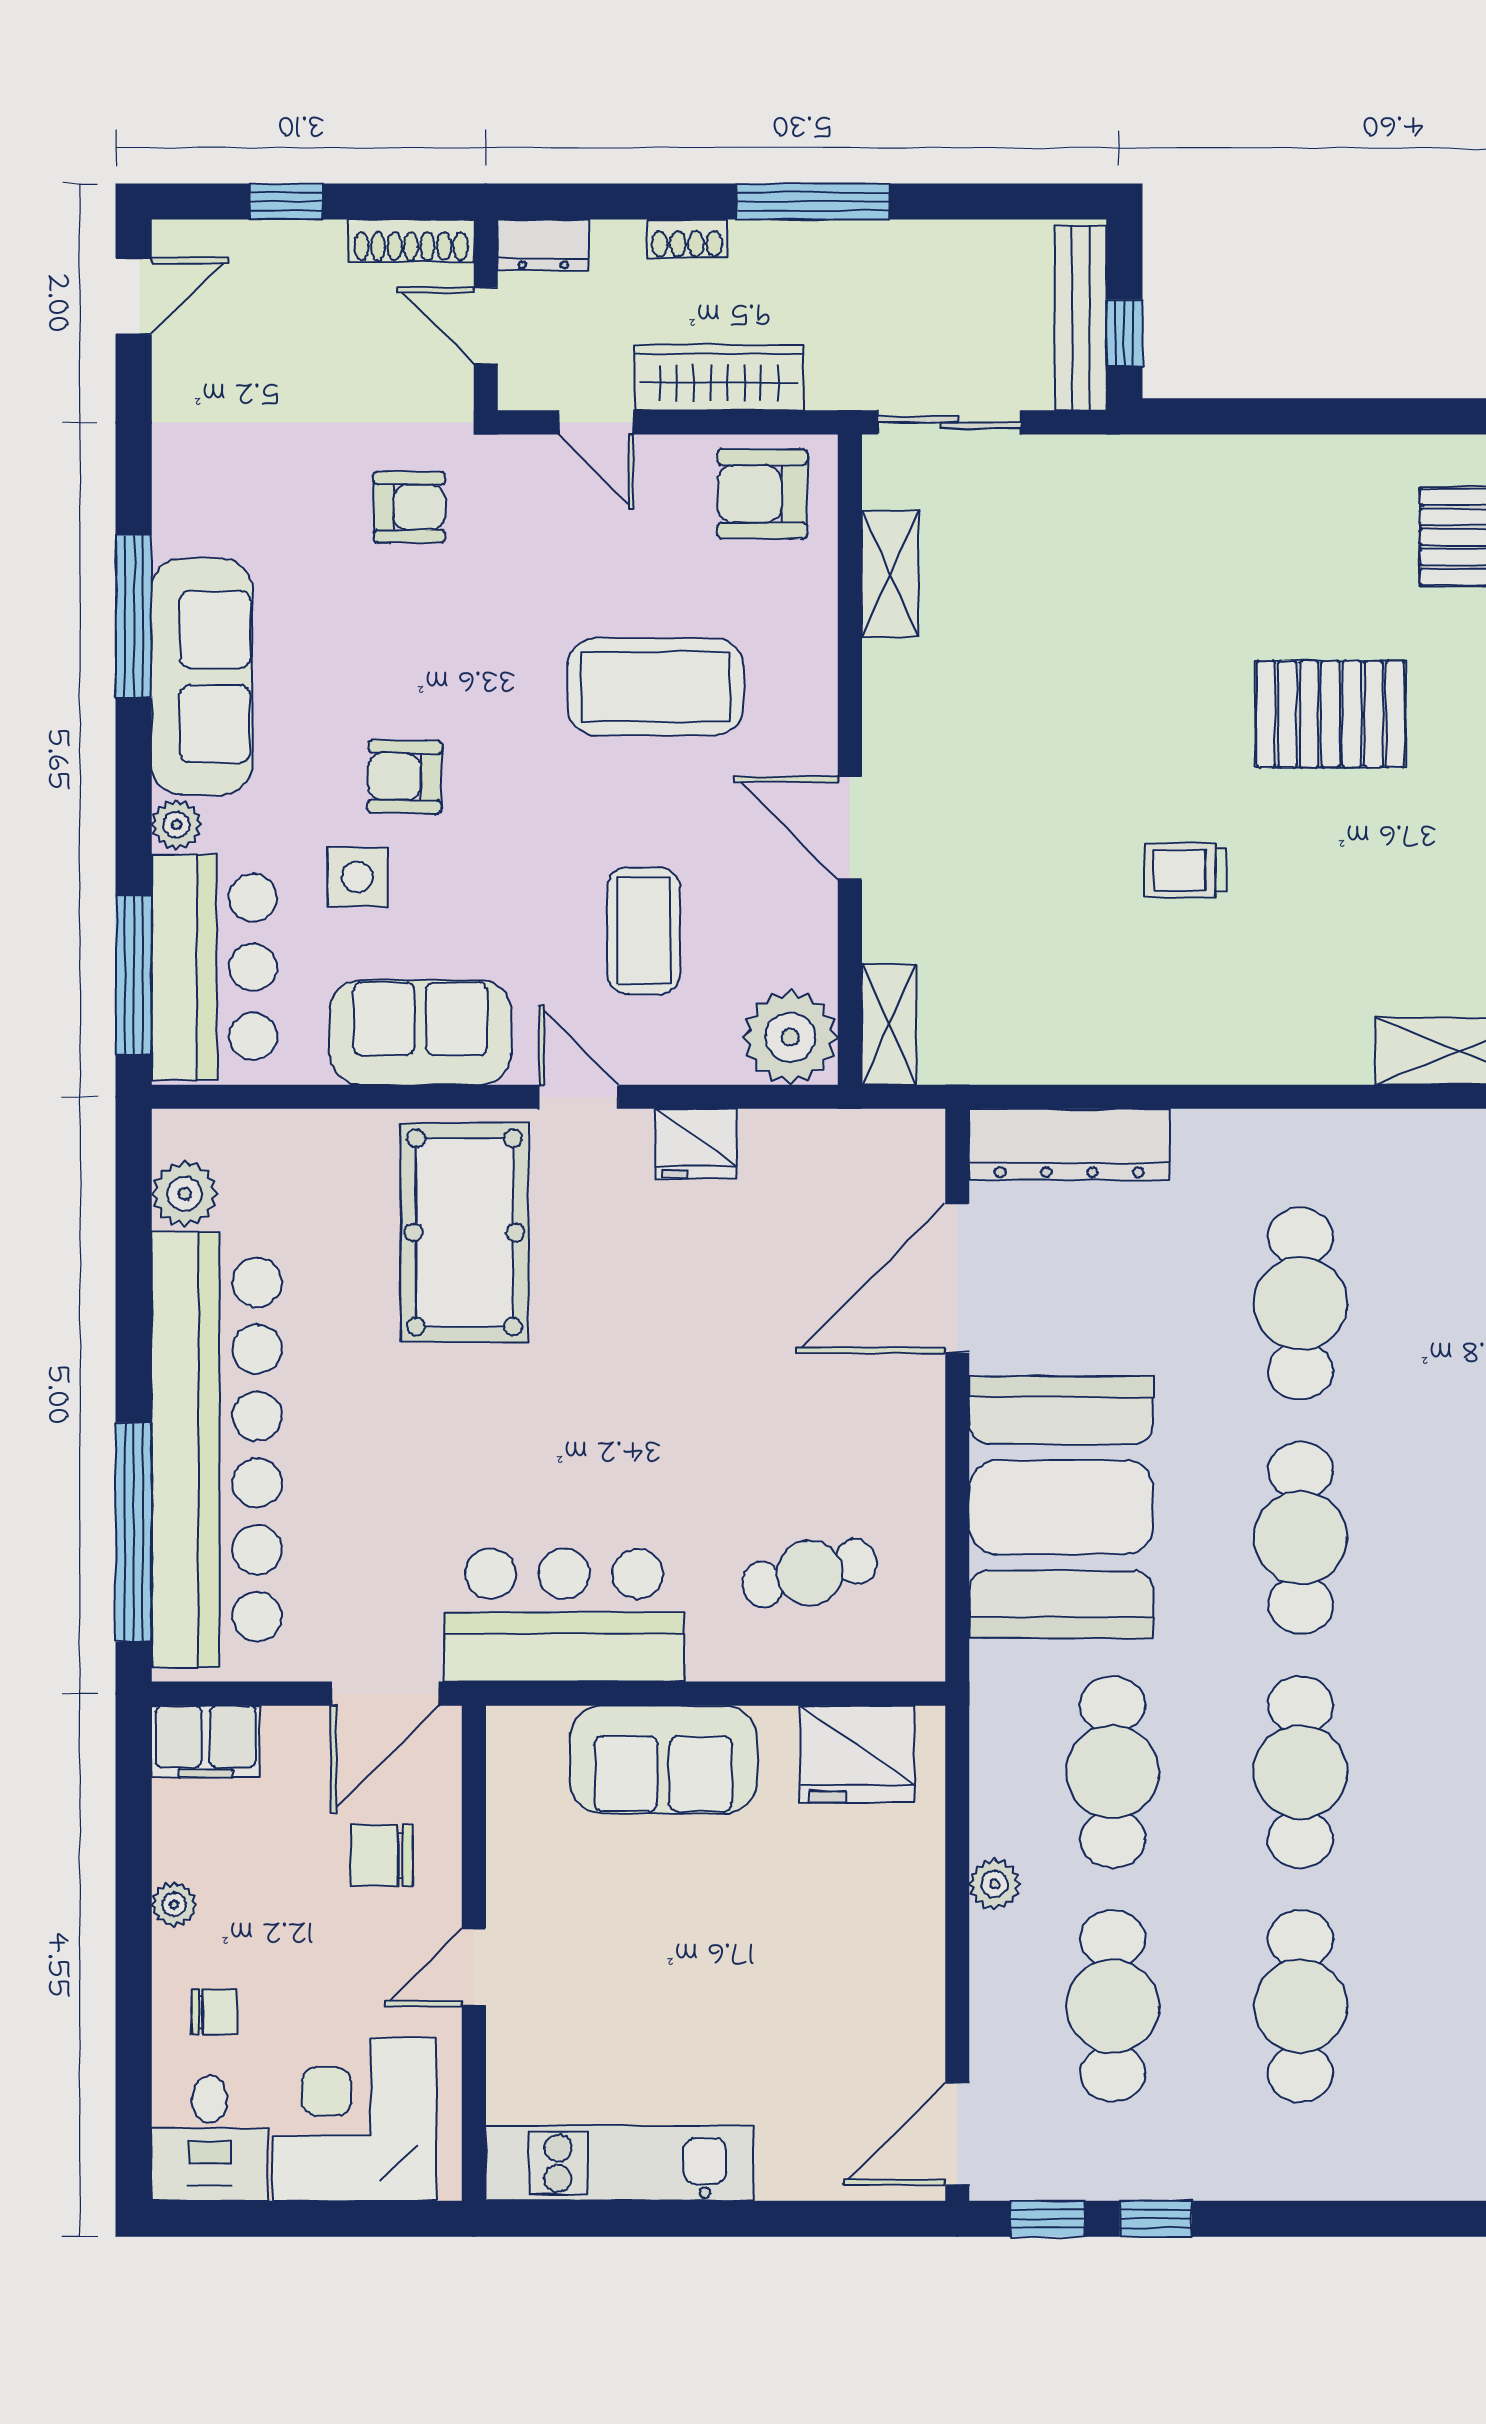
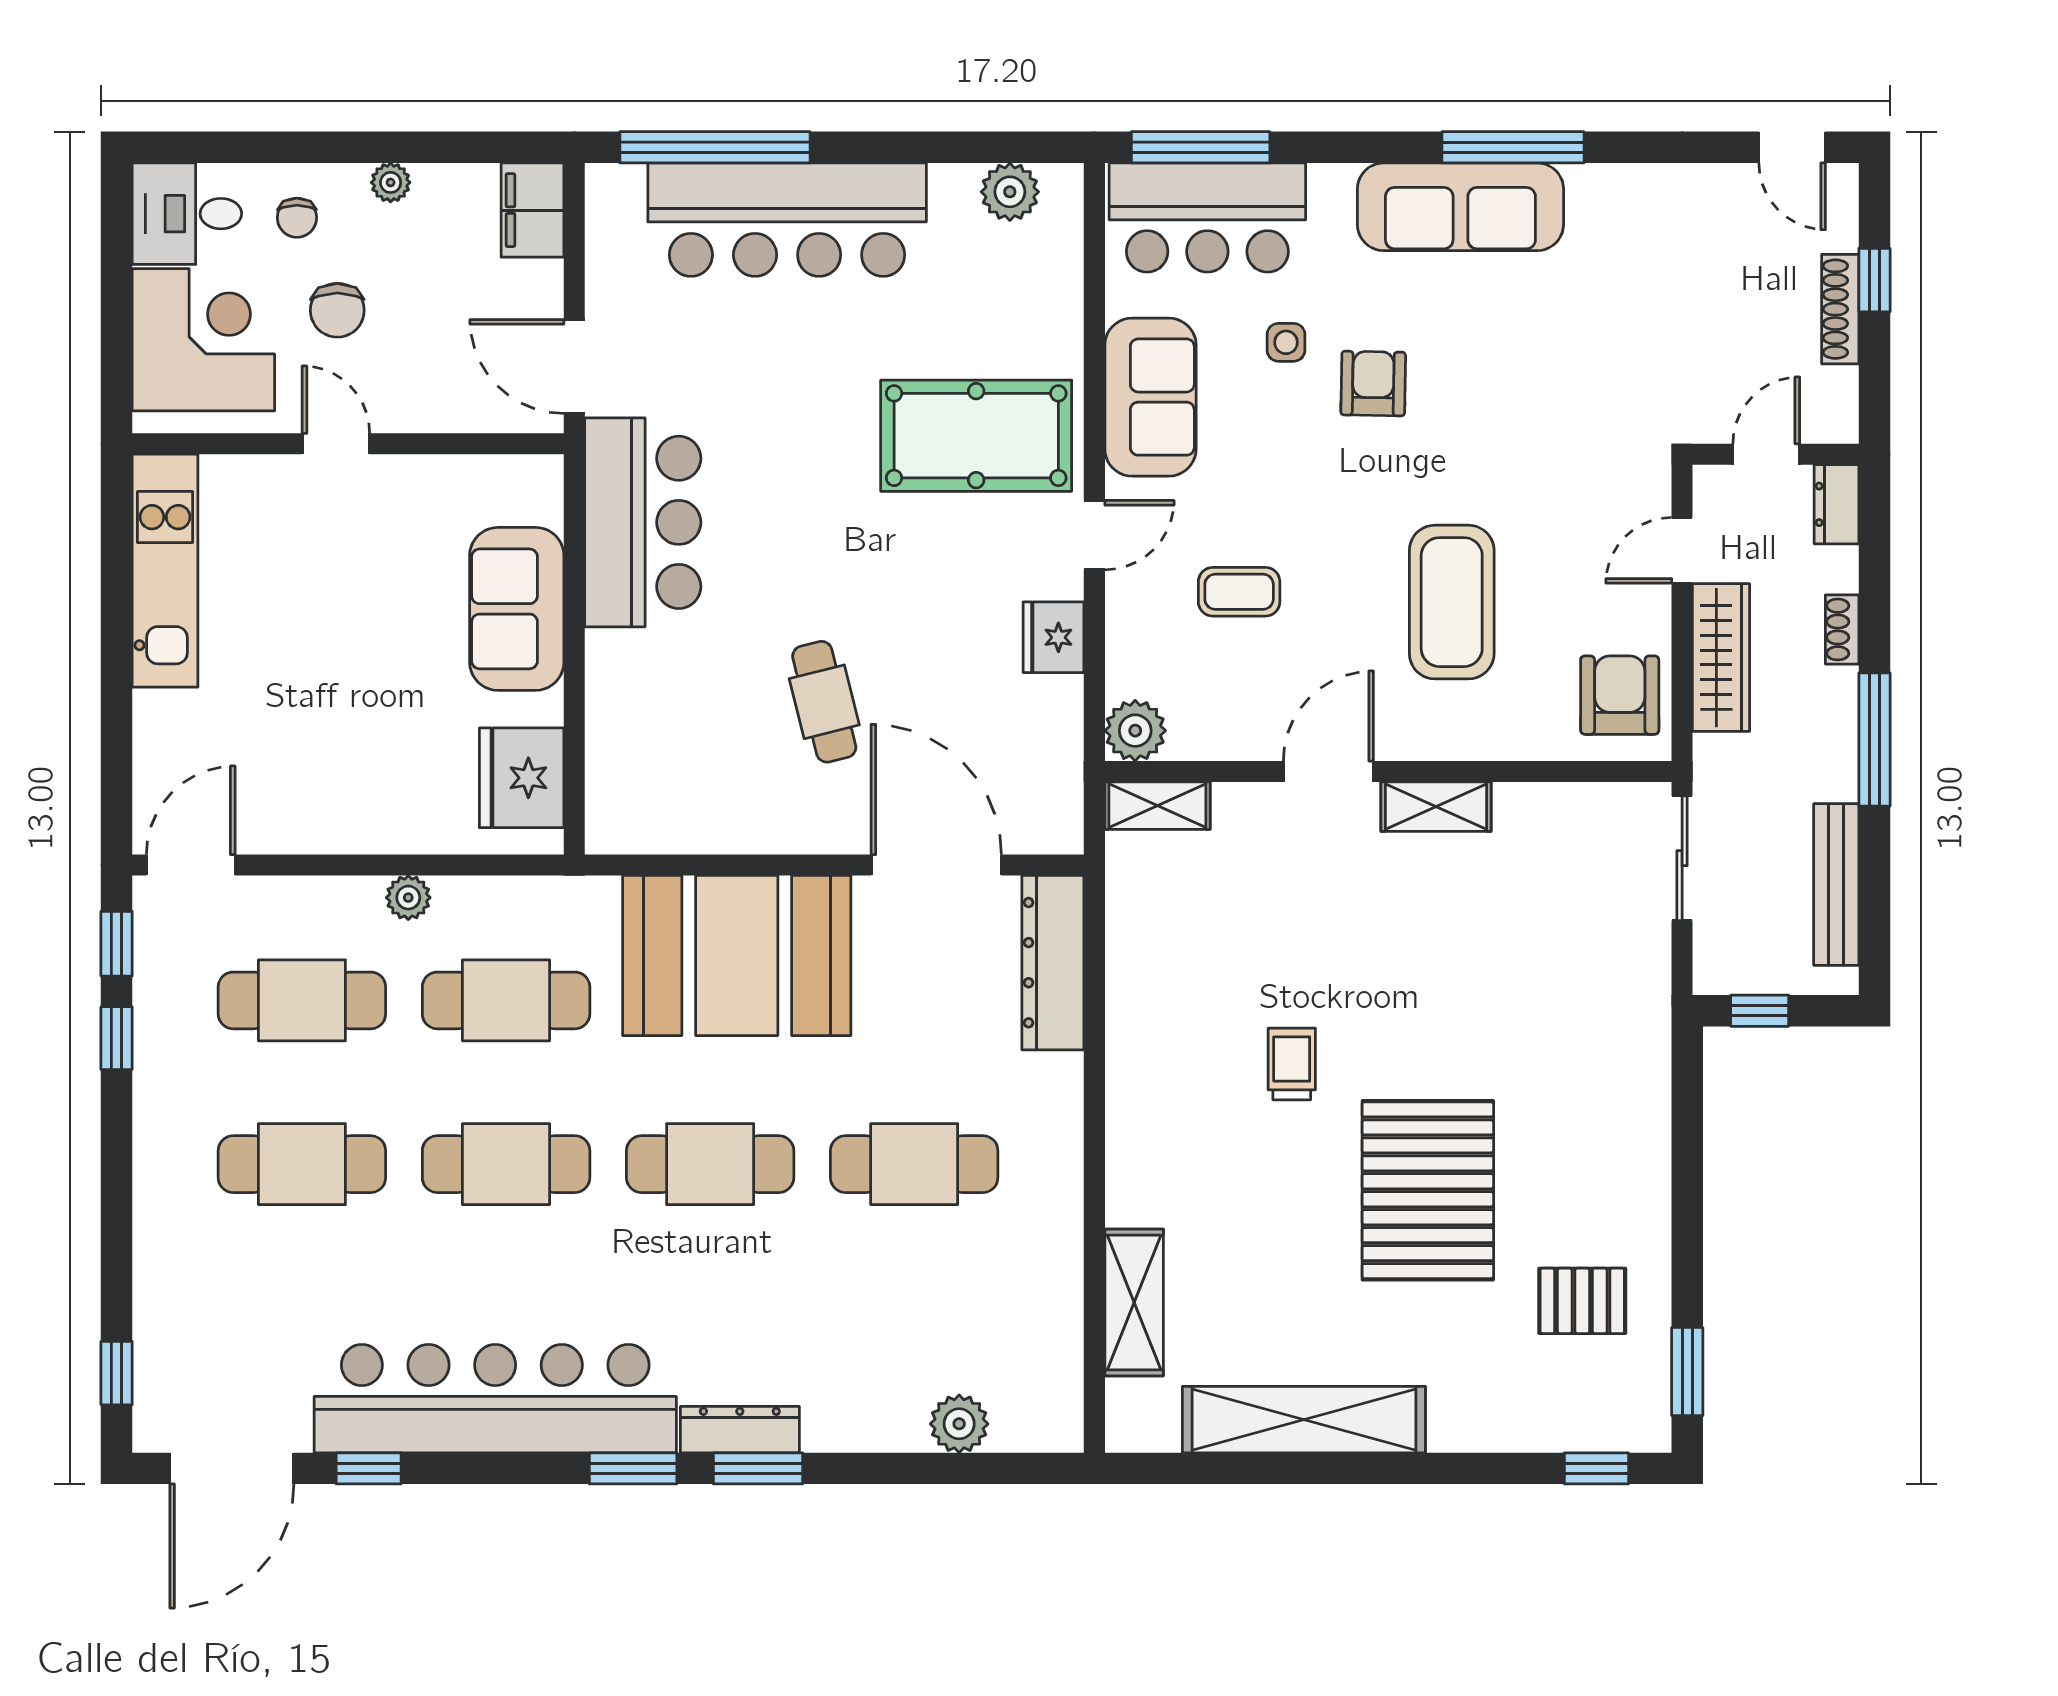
shoe rack: (411, 241) -> (1840, 309), moved
bench: (1081, 318) -> (1836, 884), moved, turned 90
armchair: (409, 507) -> (1608, 387), removed
shelving: (890, 574) -> (1436, 807), moved
pallet: (1330, 714) -> (1428, 1190), width x1.37, depth x1.41
plant: (176, 825) -> (1332, 185), removed
side table: (357, 877) -> (1286, 342), width x0.73, depth x0.73
coffee table: (644, 931) -> (1239, 592), width x0.73, depth x0.77
plant: (790, 1037) -> (1135, 731), width x0.73, depth x0.73
bar counter: (217, 1449) -> (787, 220), width x0.73
cafe table: (810, 1573) -> (824, 702), moved
chair: (382, 1855) -> (337, 310), moved, turned 180
door: (957, 2134) -> (191, 865), hinge flipped

